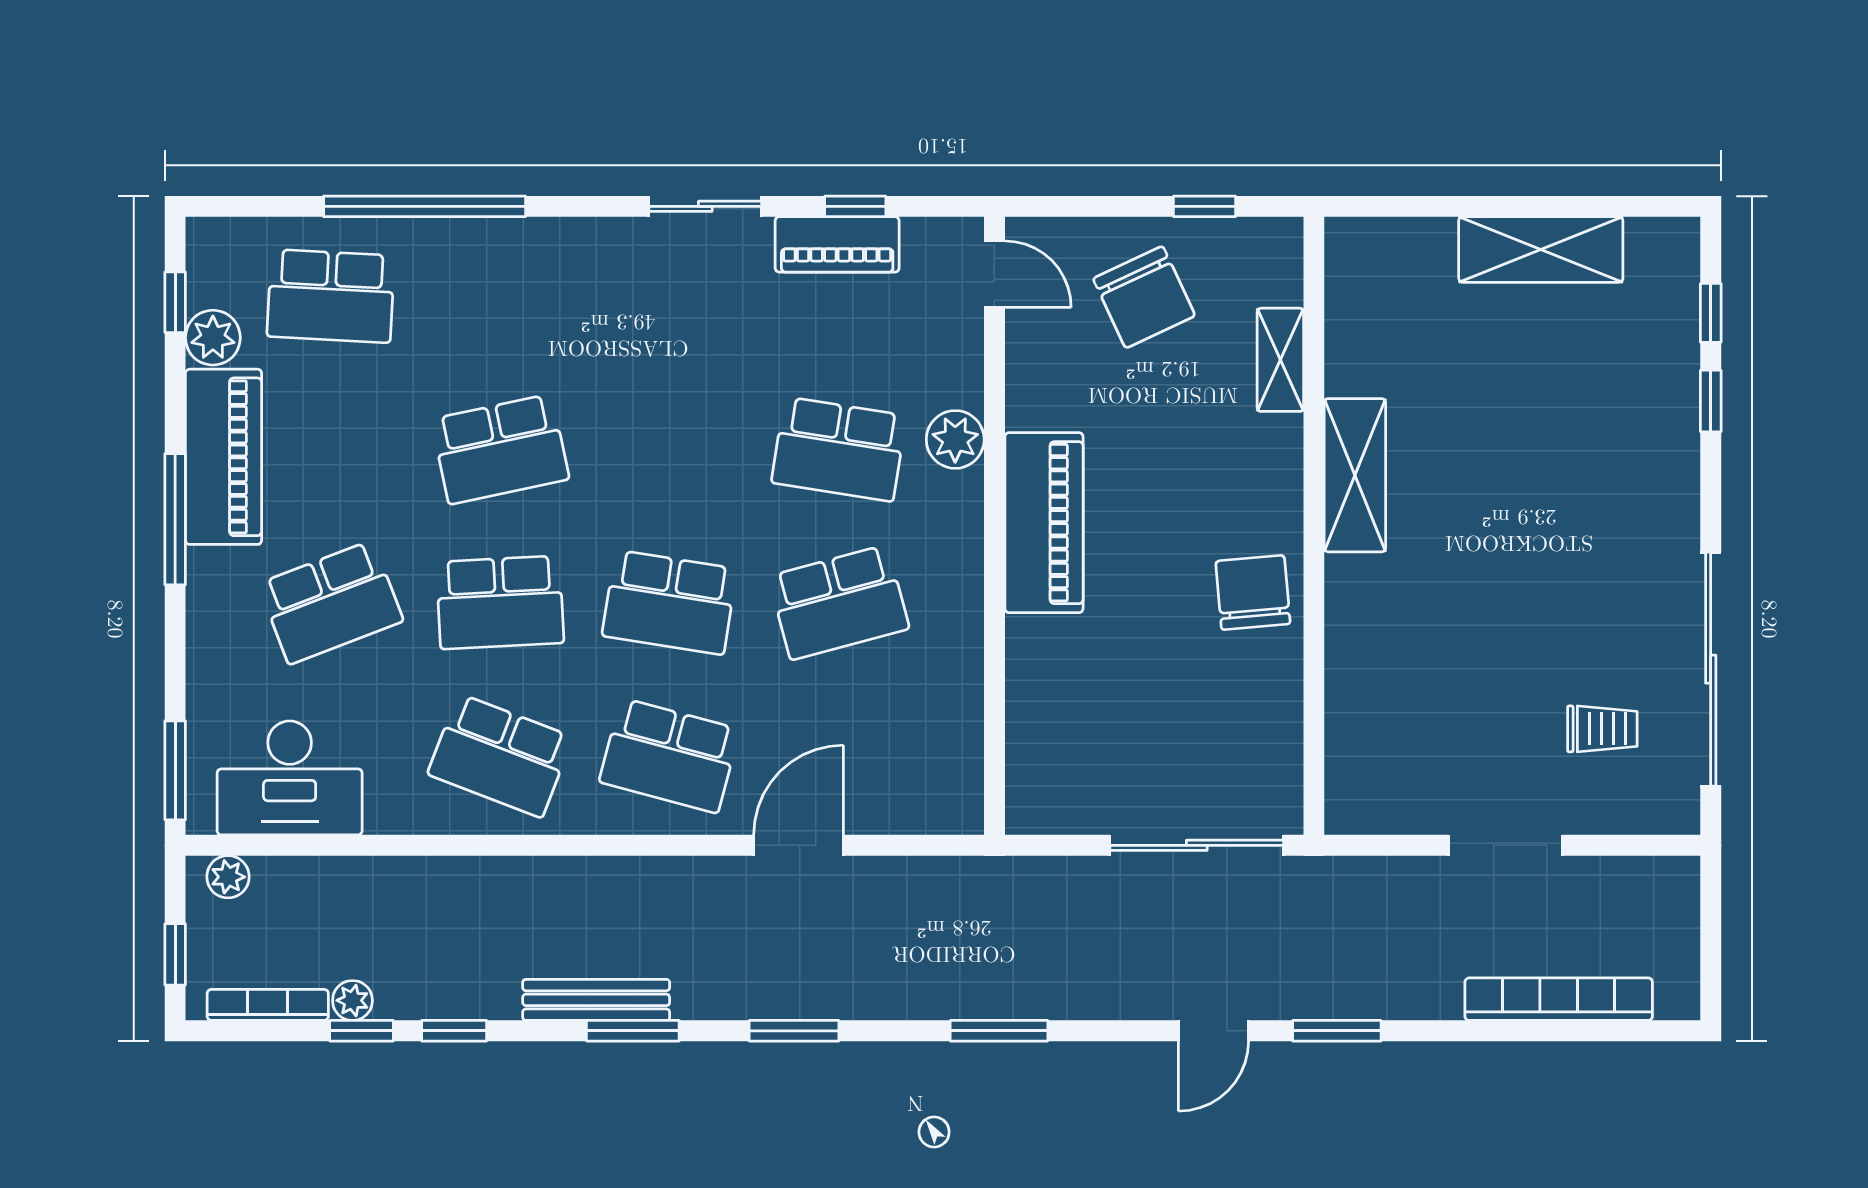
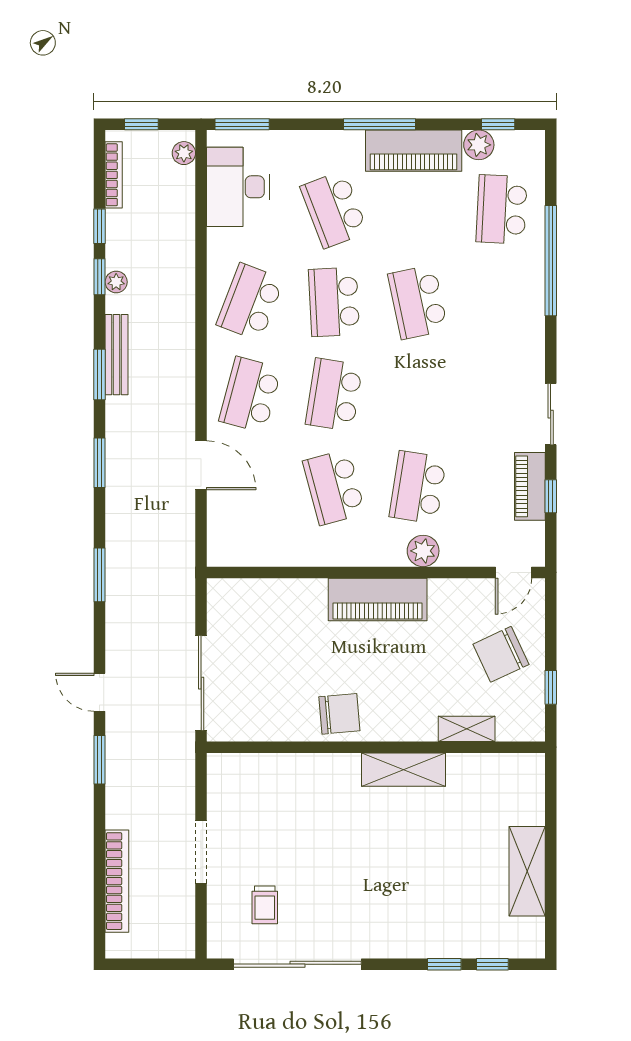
plant: (352, 1000) -> (116, 282), moved

